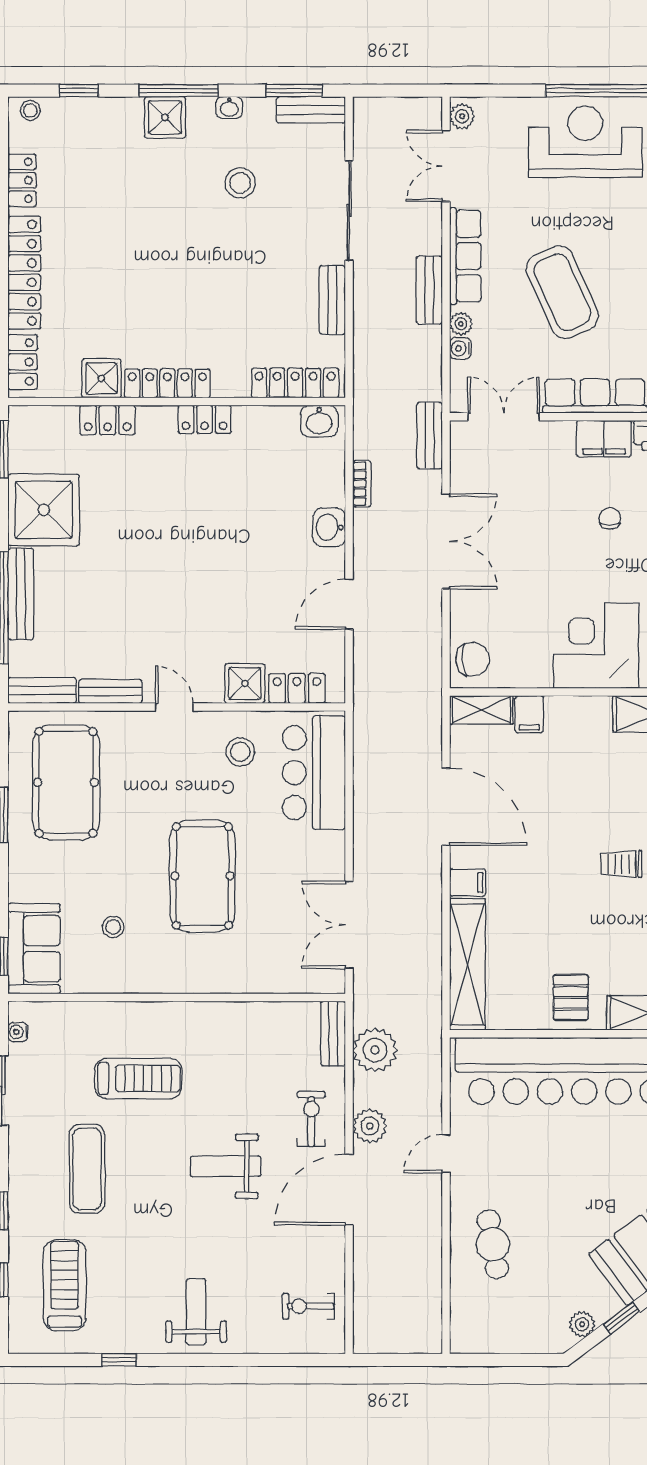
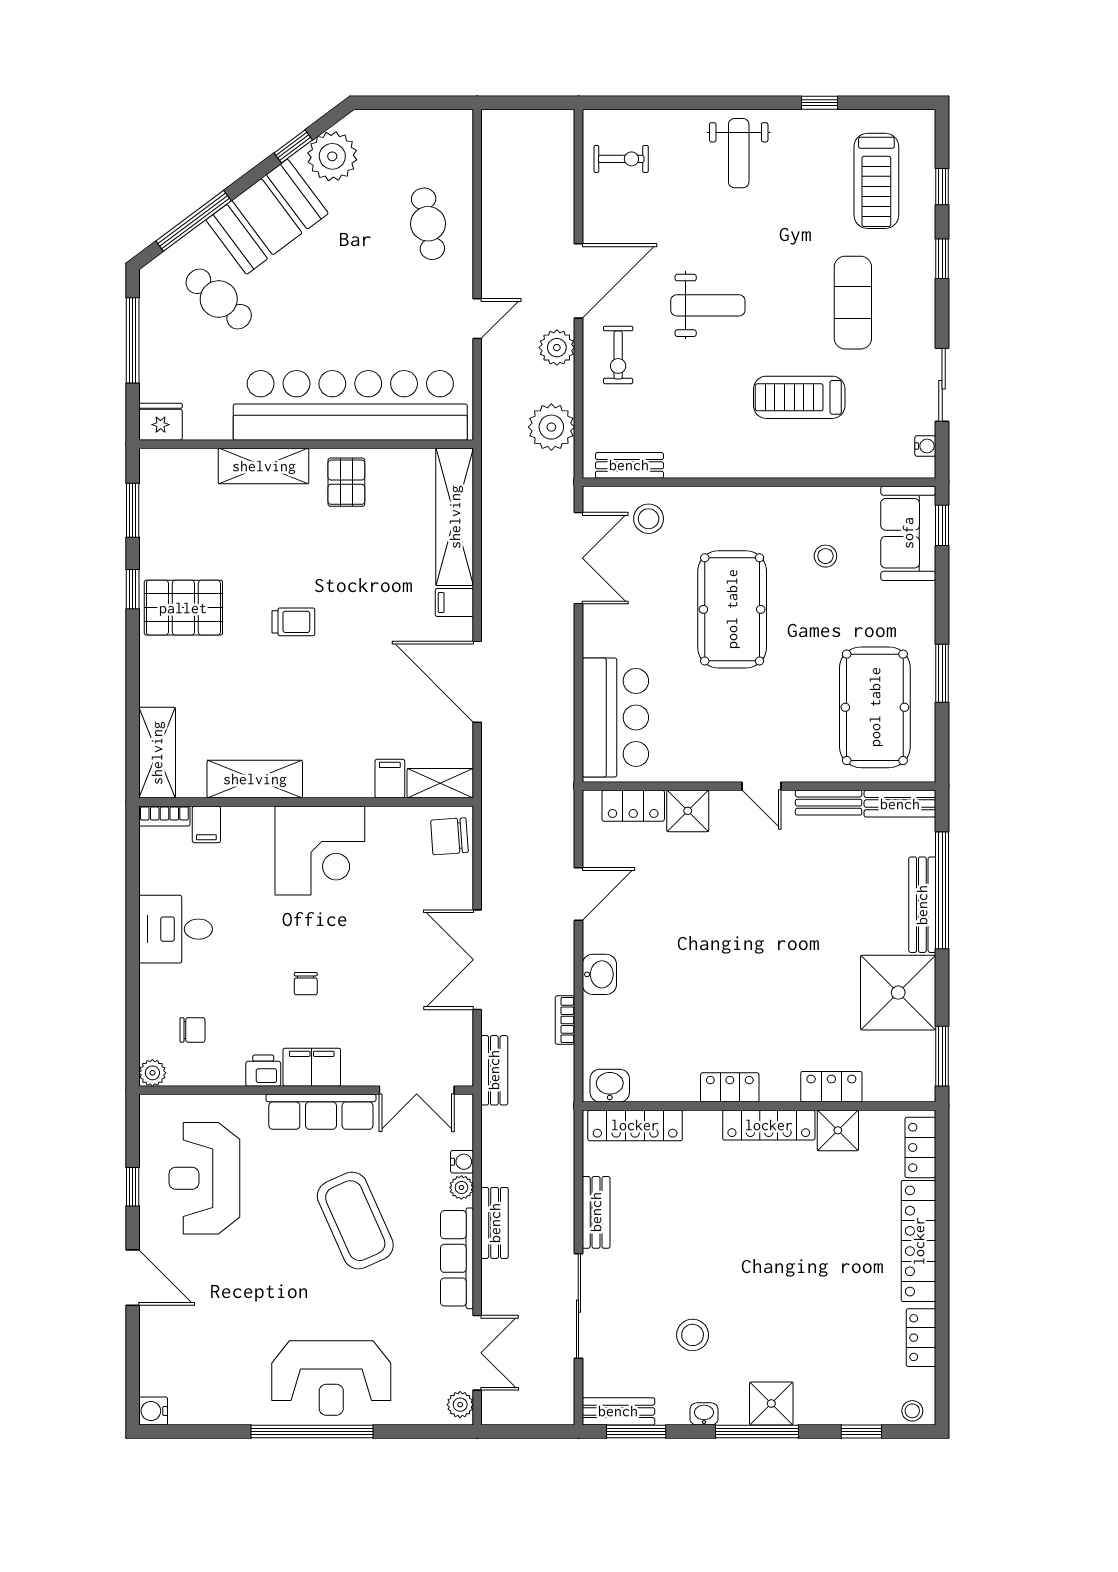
stool: (240, 752) -> (649, 519), moved
bench: (333, 1033) -> (629, 465), moved, turned 90
plant: (582, 1324) -> (332, 156), width x1.87, depth x1.87

